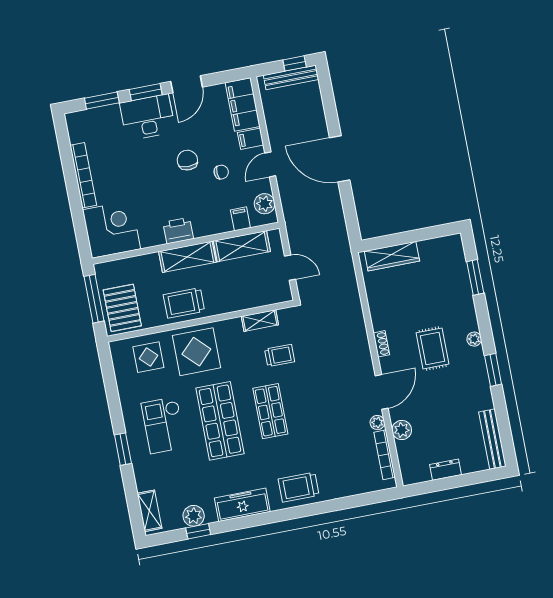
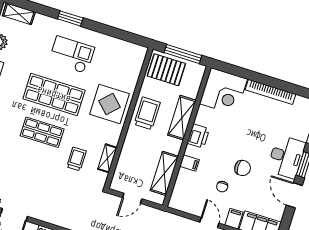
plant: (265, 204) -> (185, 204), removed
filing cabinet: (240, 219) -> (190, 163), moved
shelving: (187, 257) -> (182, 118), moved
trolley: (280, 355) -> (76, 159), turned 180
display table: (148, 357) -> (123, 70), removed

